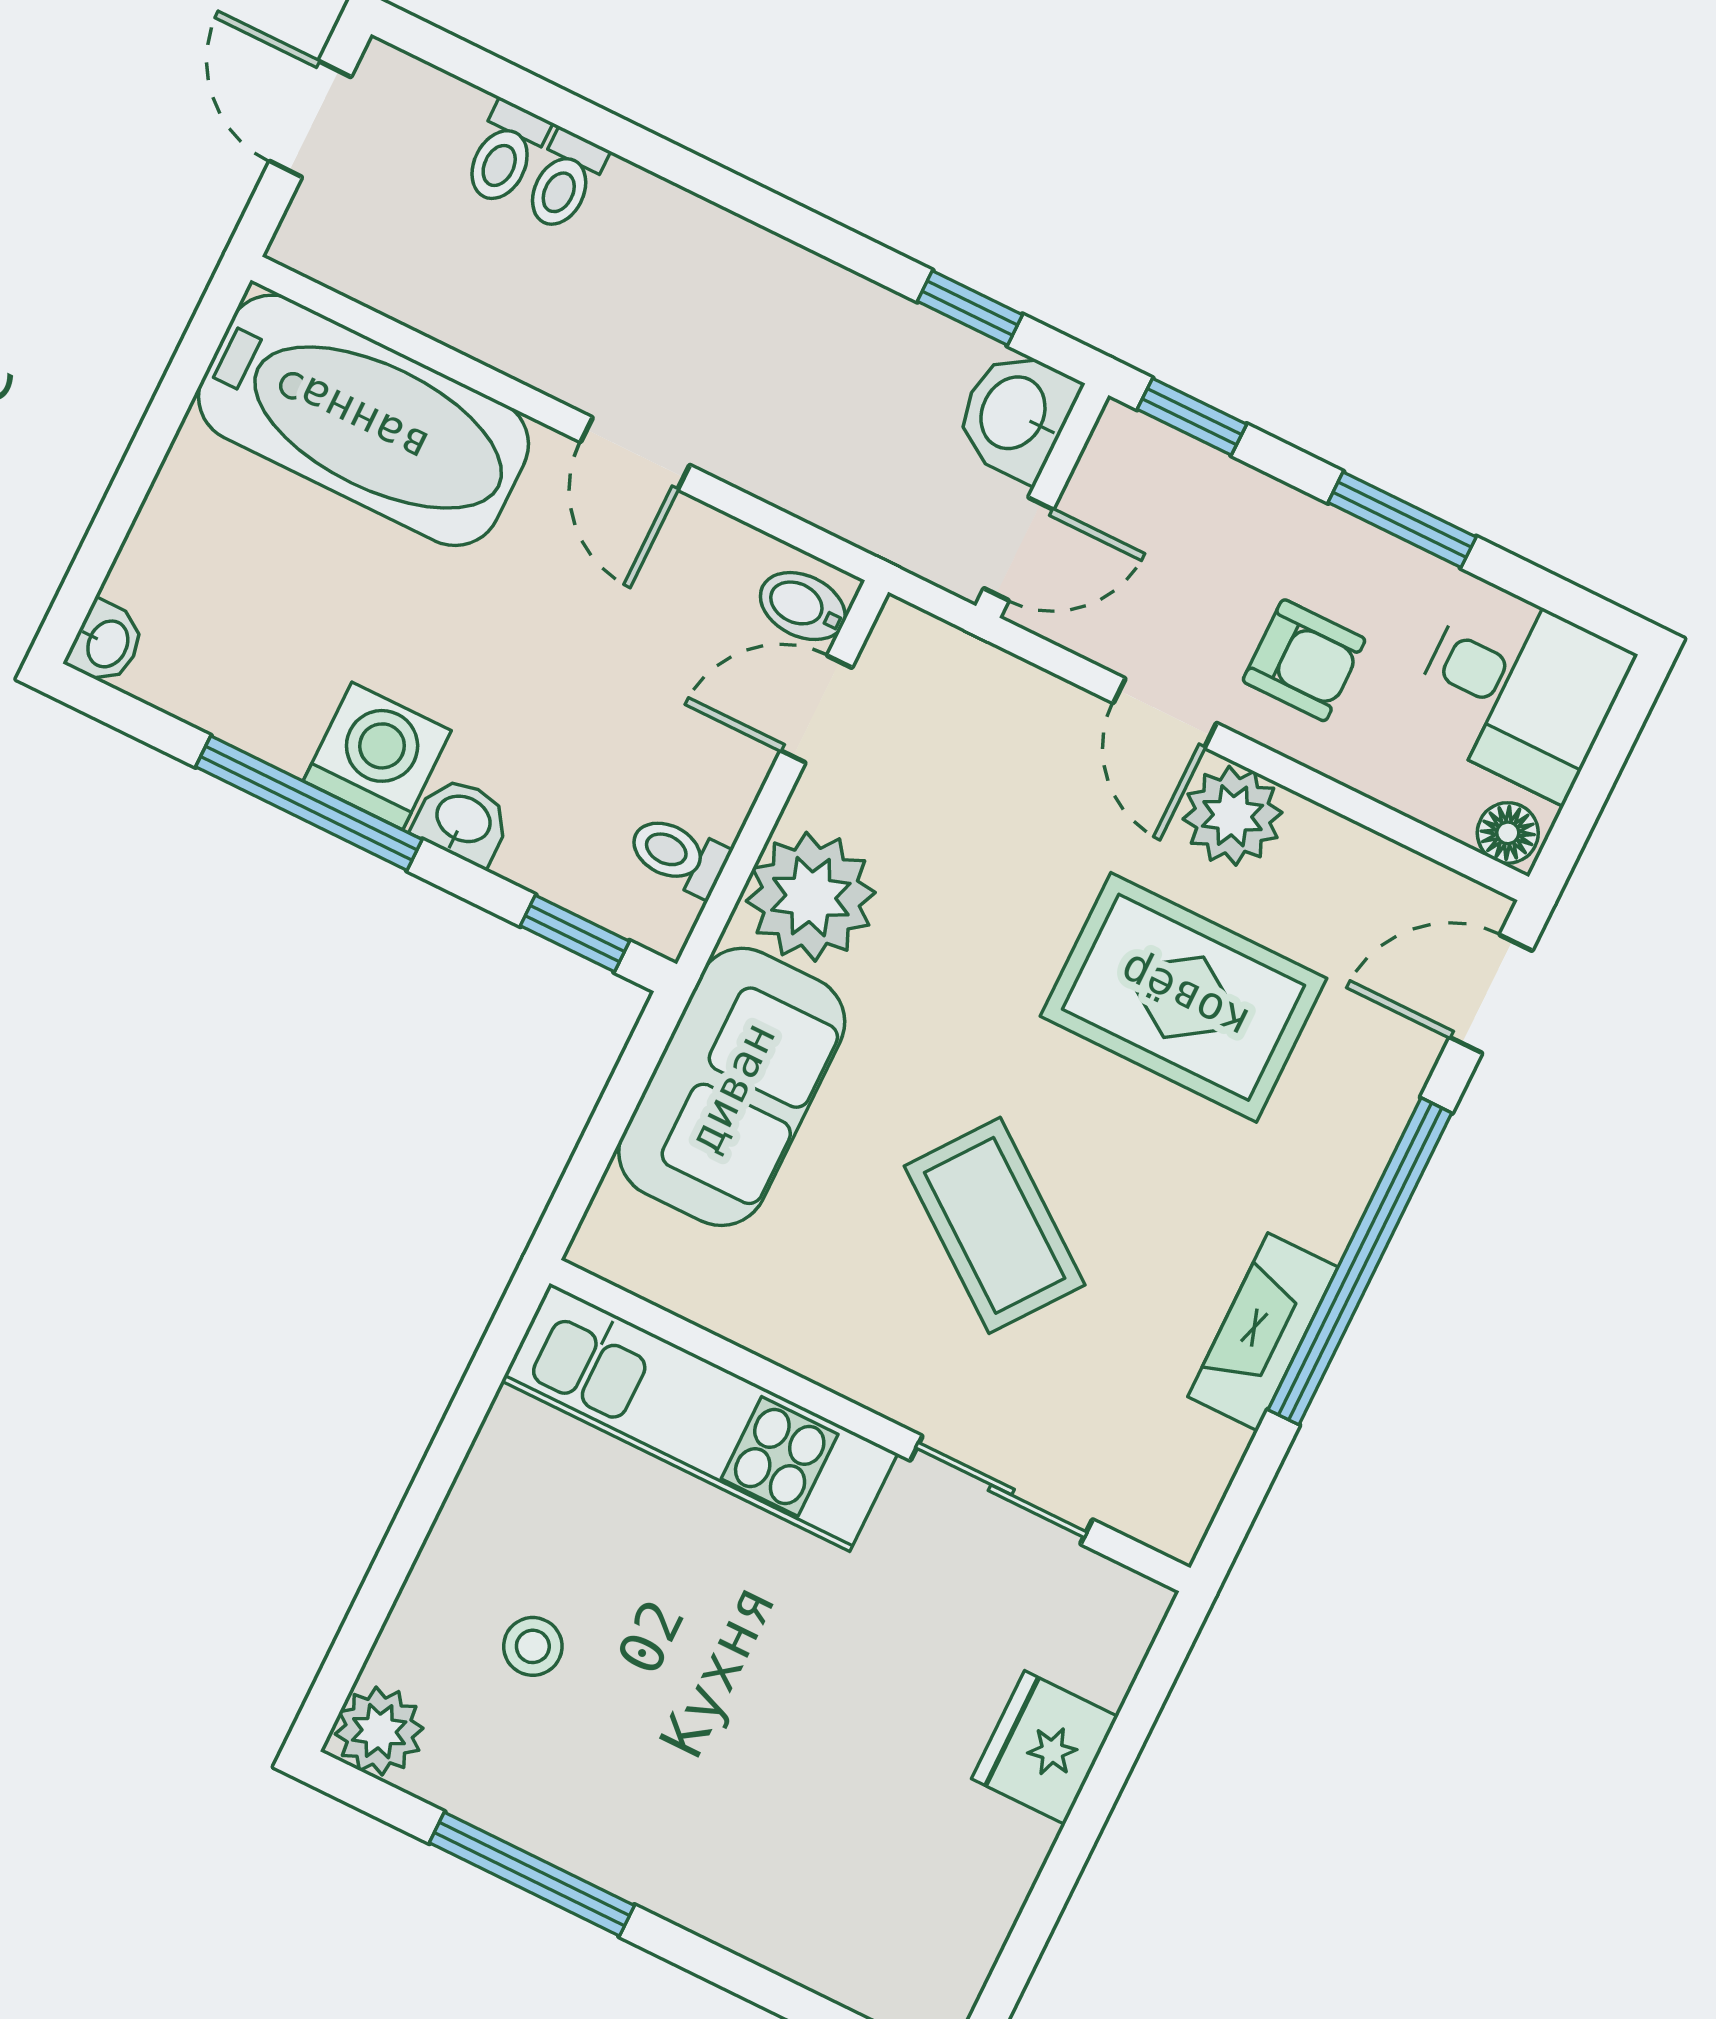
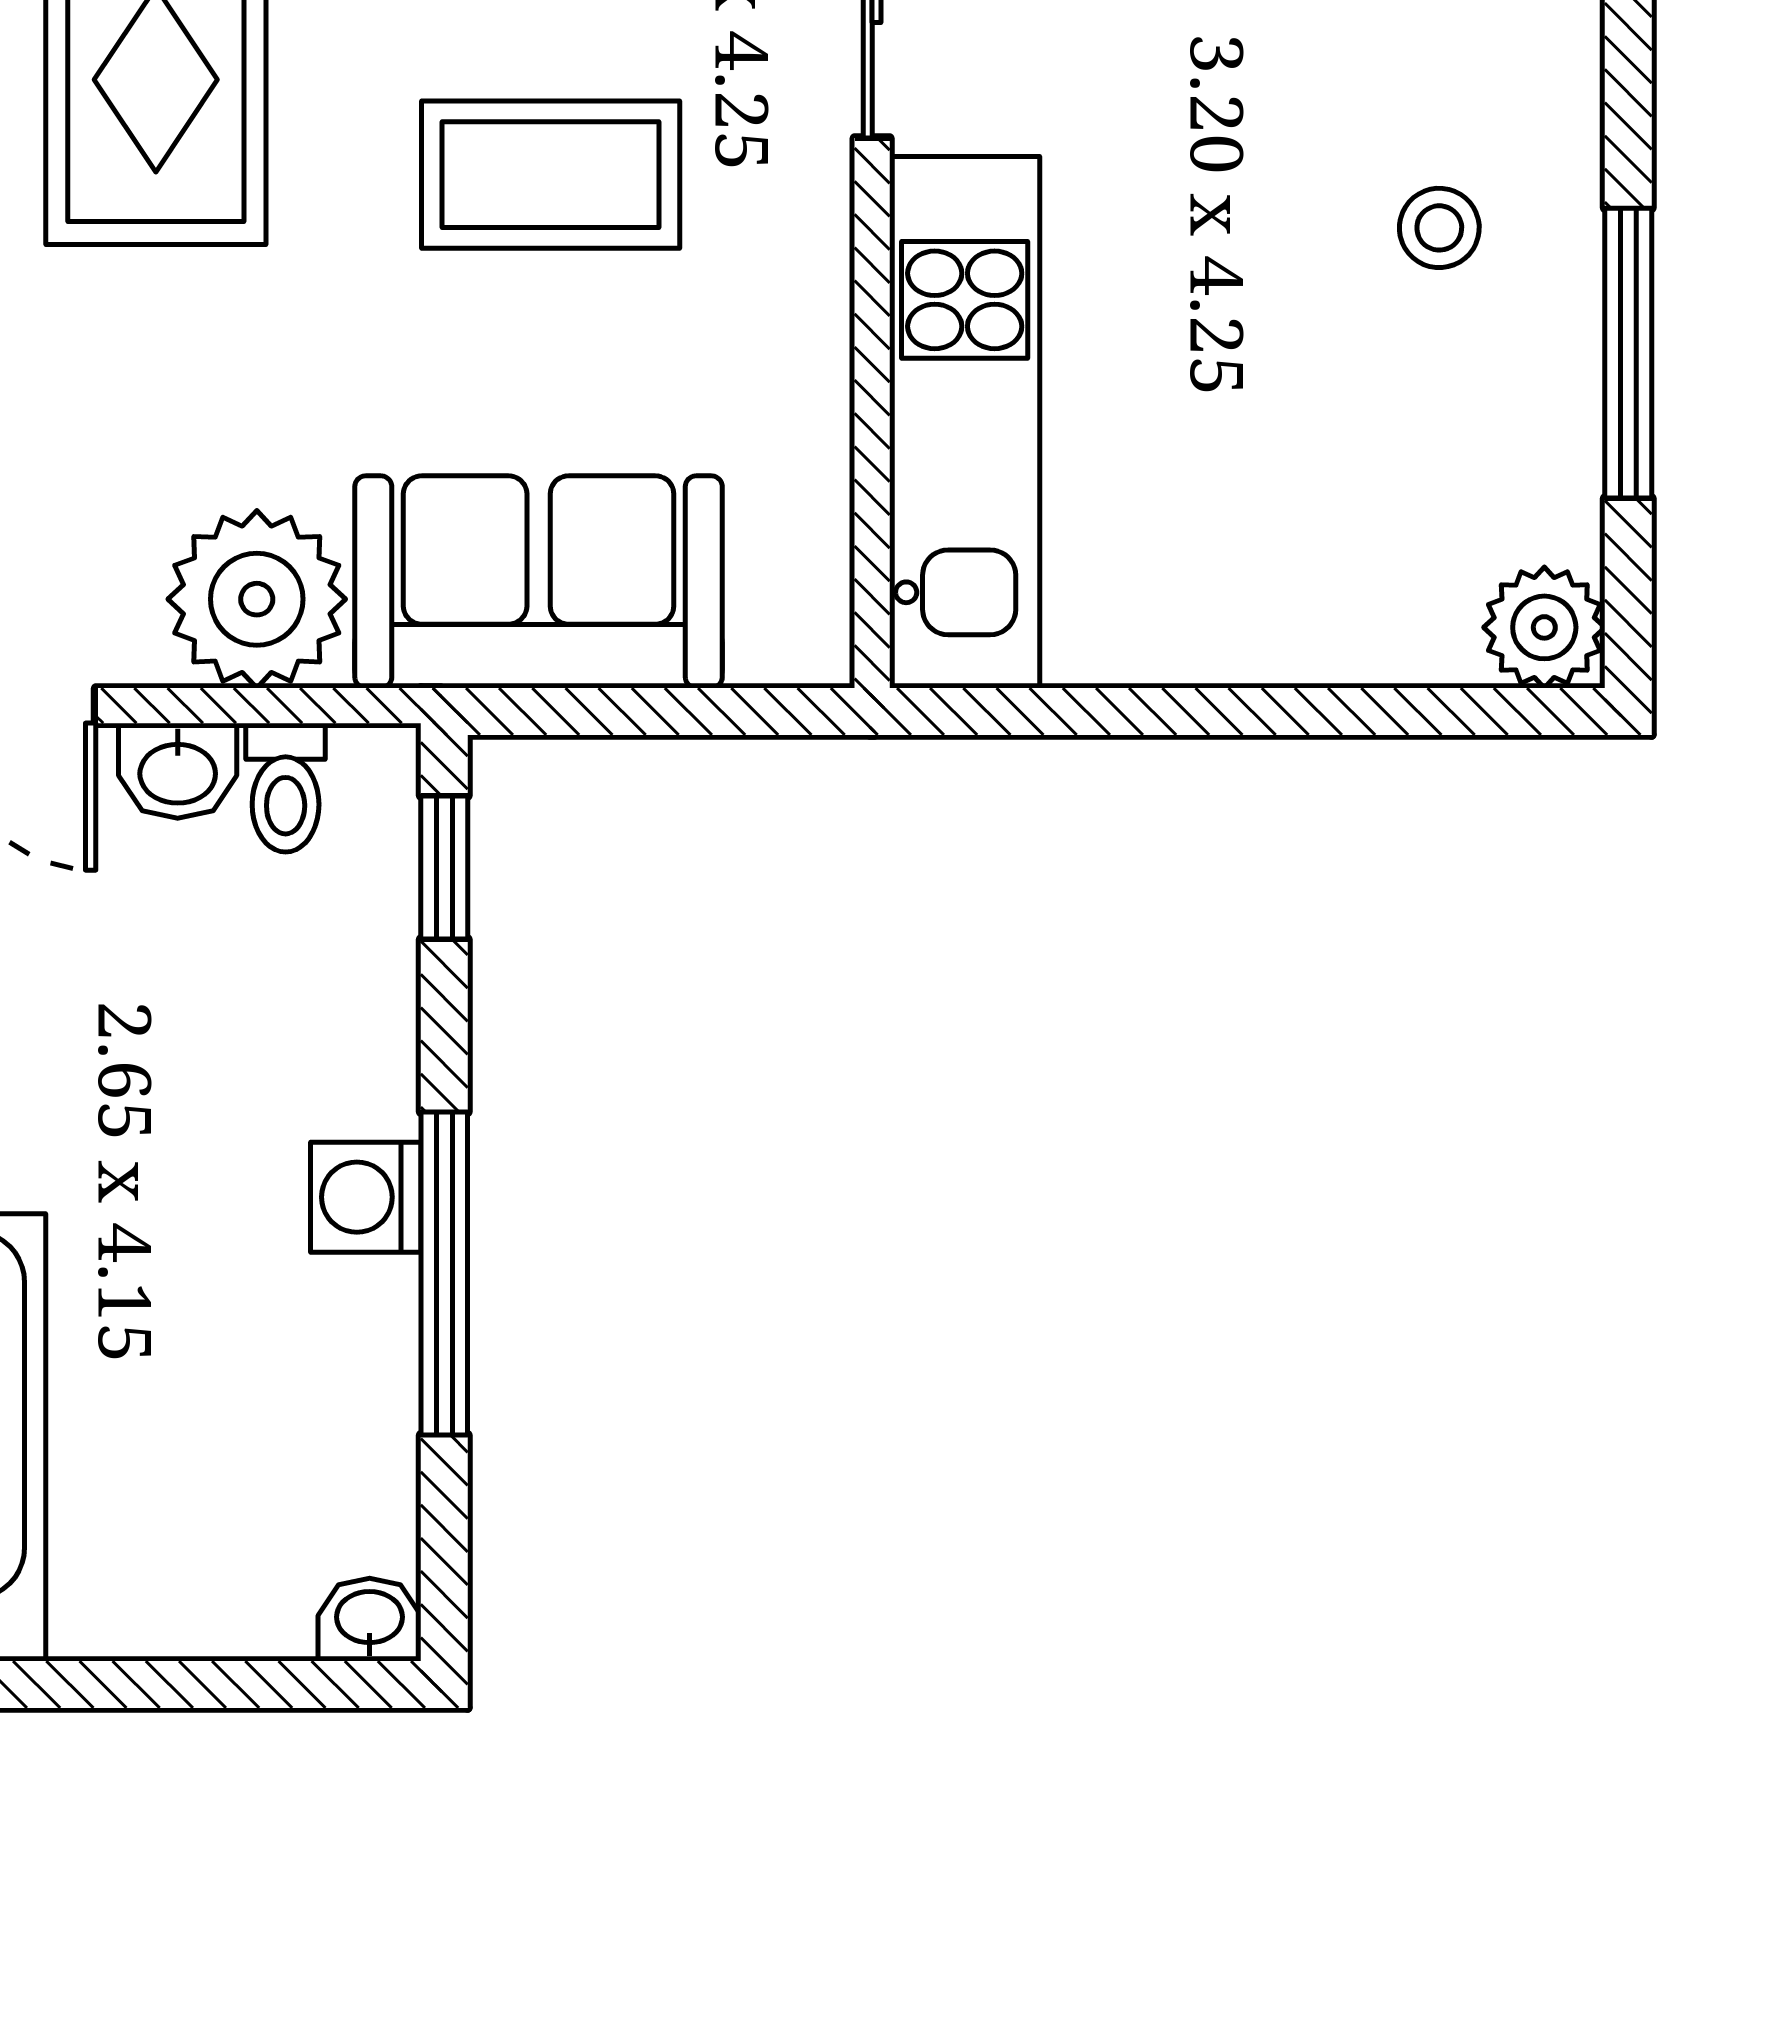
washing machine: (377, 756) -> (366, 1197), width x0.73, depth x0.73
washbasin: (463, 821) -> (178, 771), moved, turned -90
coffee table: (995, 1225) -> (551, 175), turned 53
stool: (533, 1646) -> (1439, 228), moved

